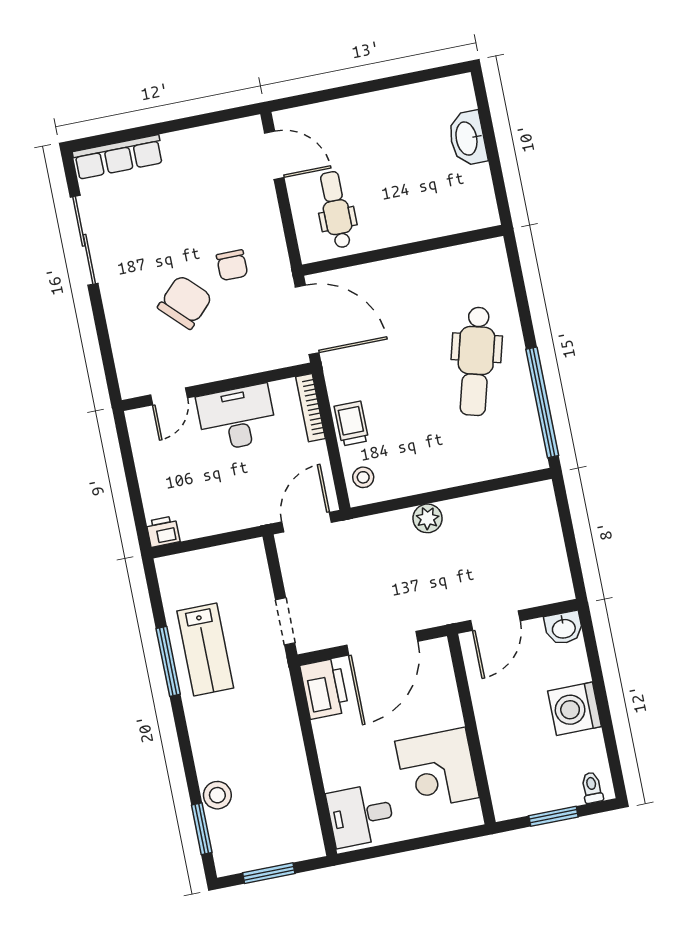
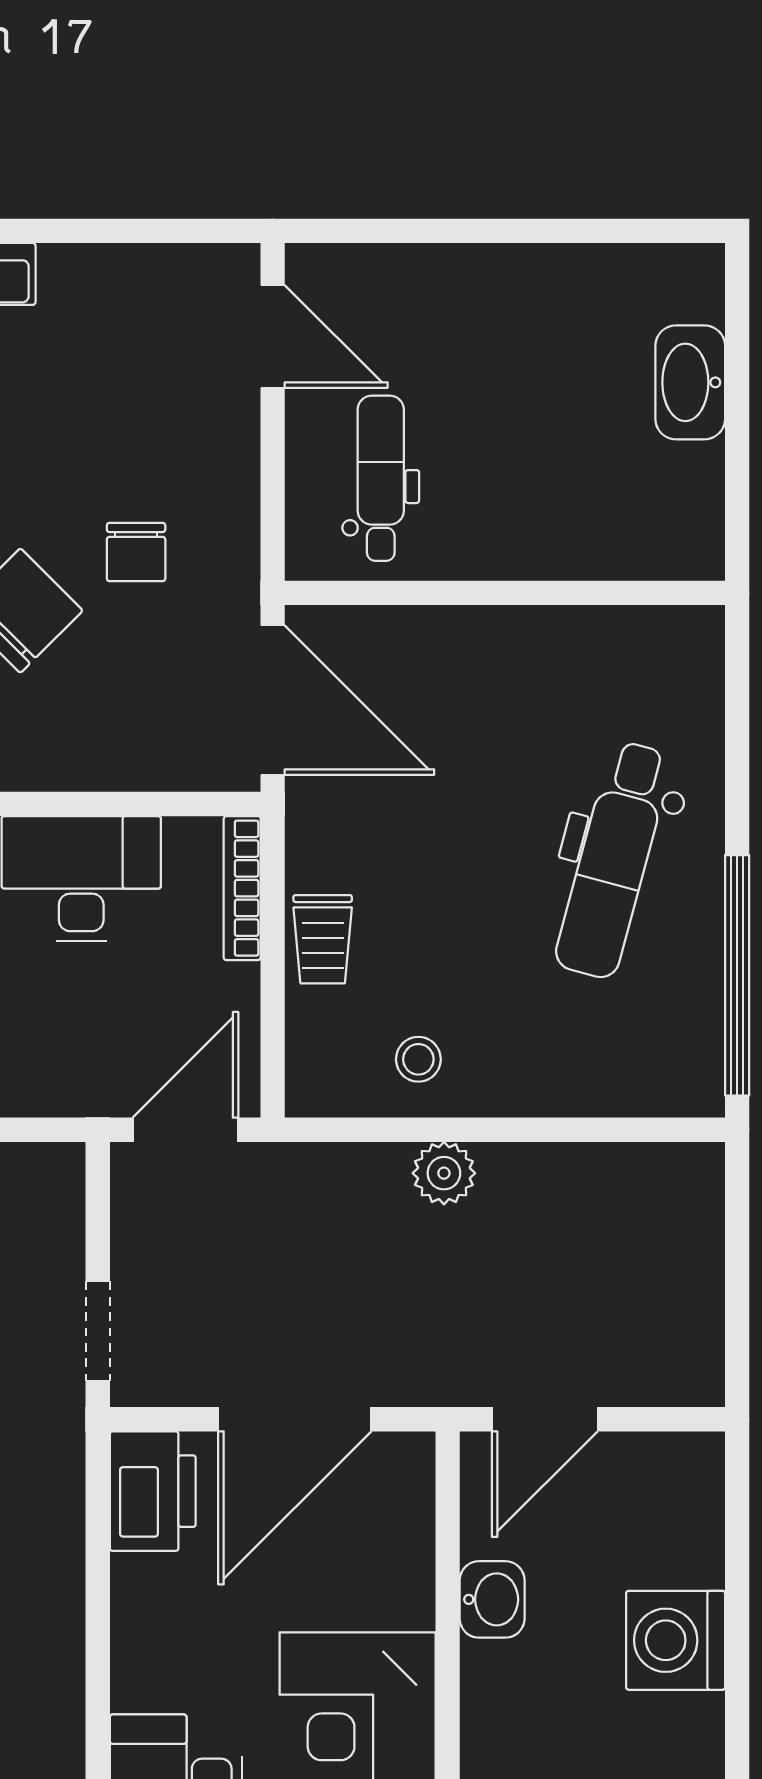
trolley: (351, 423) -> (323, 939), turned 180
stool: (363, 477) -> (418, 1059), moved
washbasin: (564, 628) -> (492, 1599), moved, turned -90

